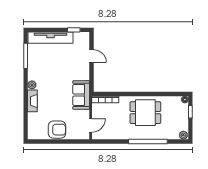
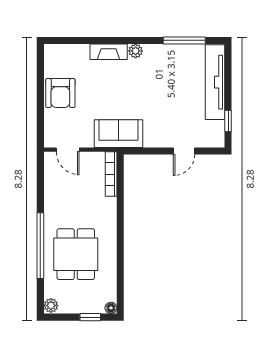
dining table: (145, 113) -> (76, 254), moved

